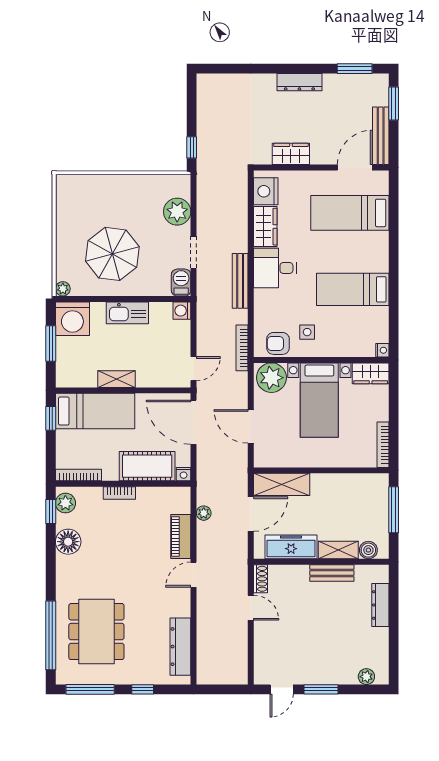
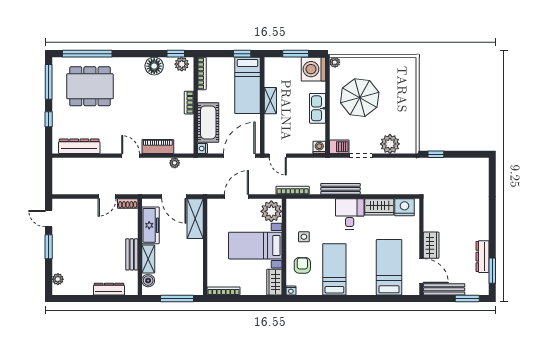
dresser: (299, 82) -> (482, 257), moved
wardrobe: (291, 154) -> (431, 245), moved
armchair: (278, 343) -> (302, 265), moved

